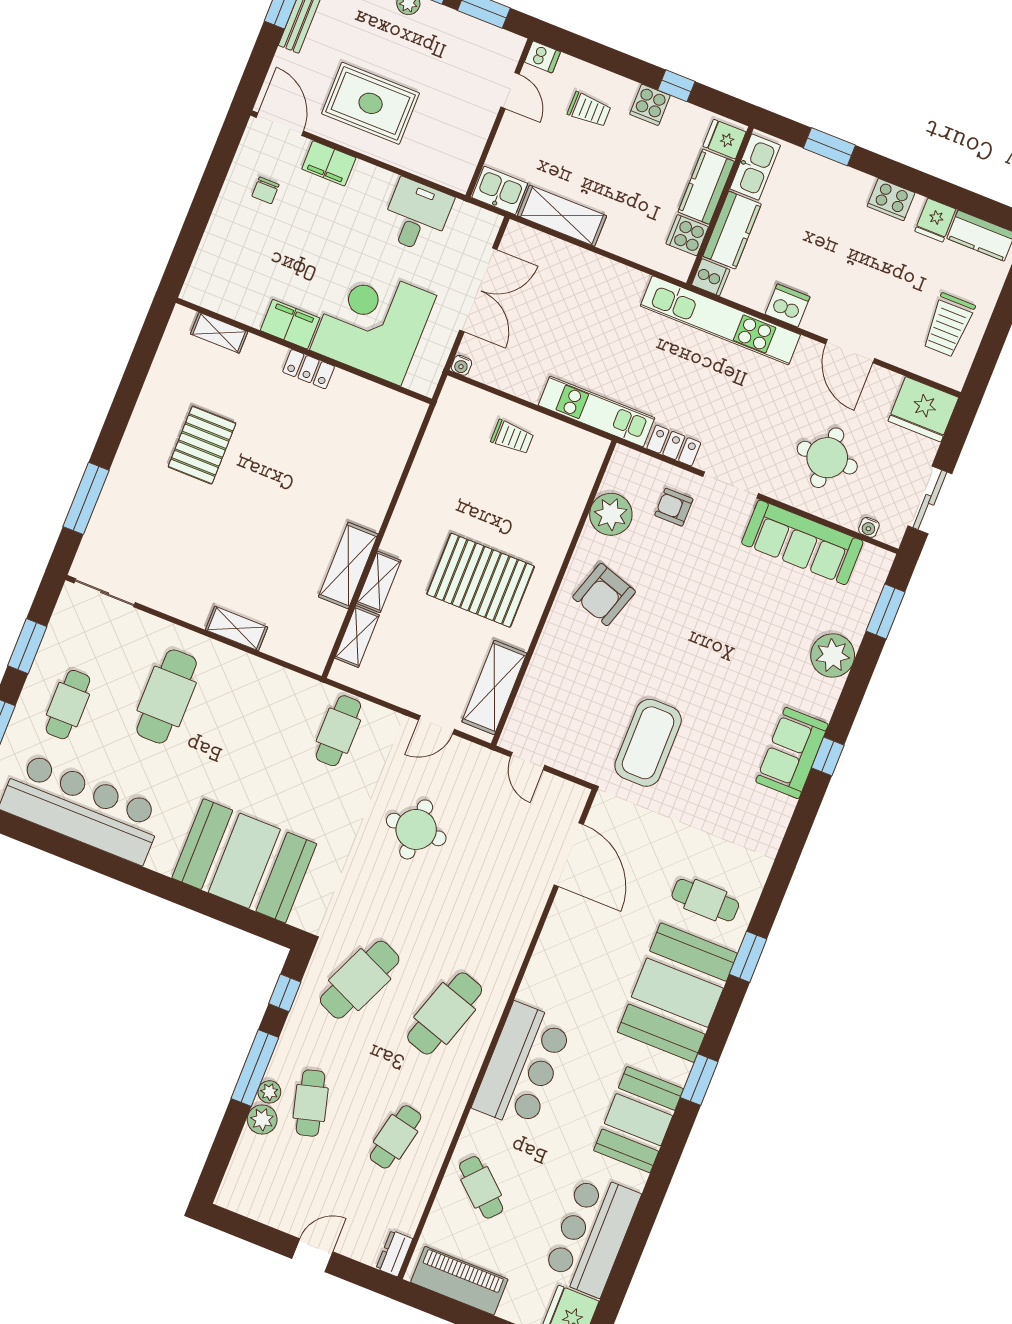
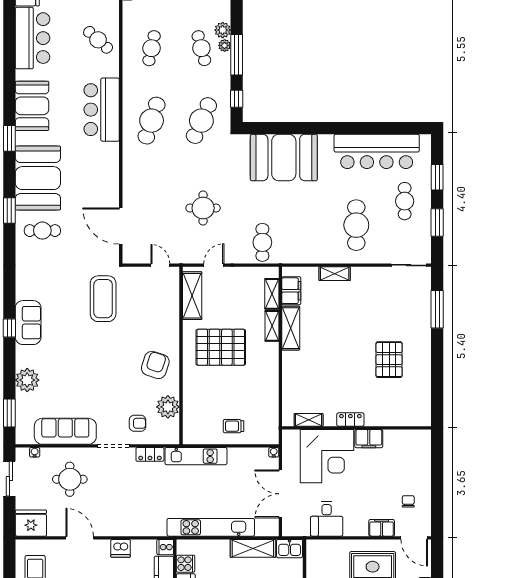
kitchen unit: (720, 320) -> (211, 527), moved
shelving: (219, 333) -> (309, 420), moved
filing cabinet: (322, 629) -> (291, 291), added

